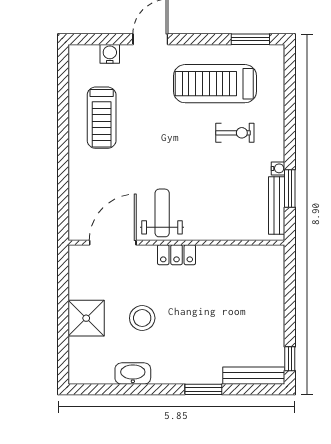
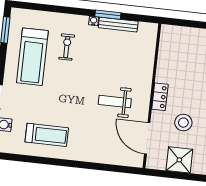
door: (113, 243) -> (147, 138), moved
wall: (176, 243) -> (152, 96), moved
locker: (177, 255) -> (160, 97), moved

